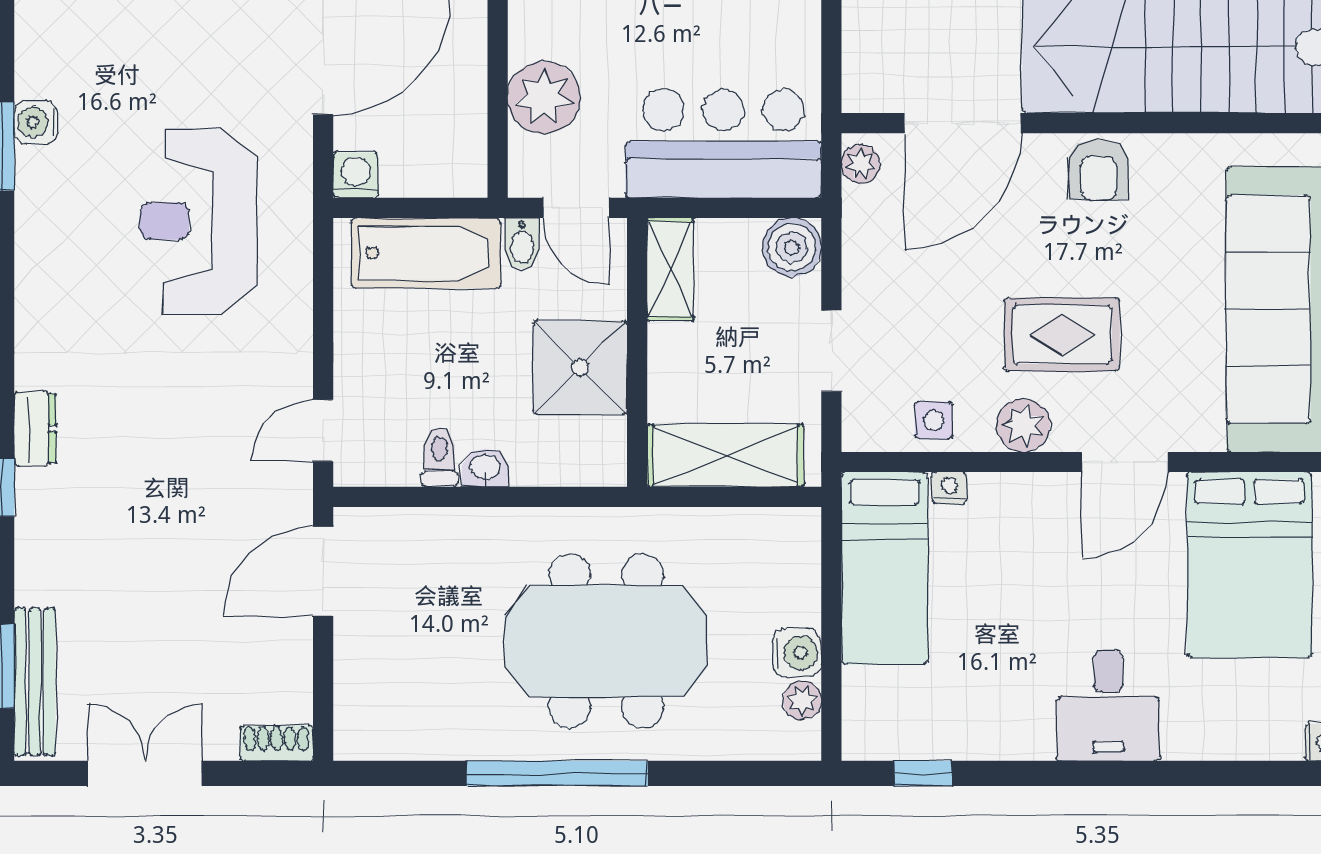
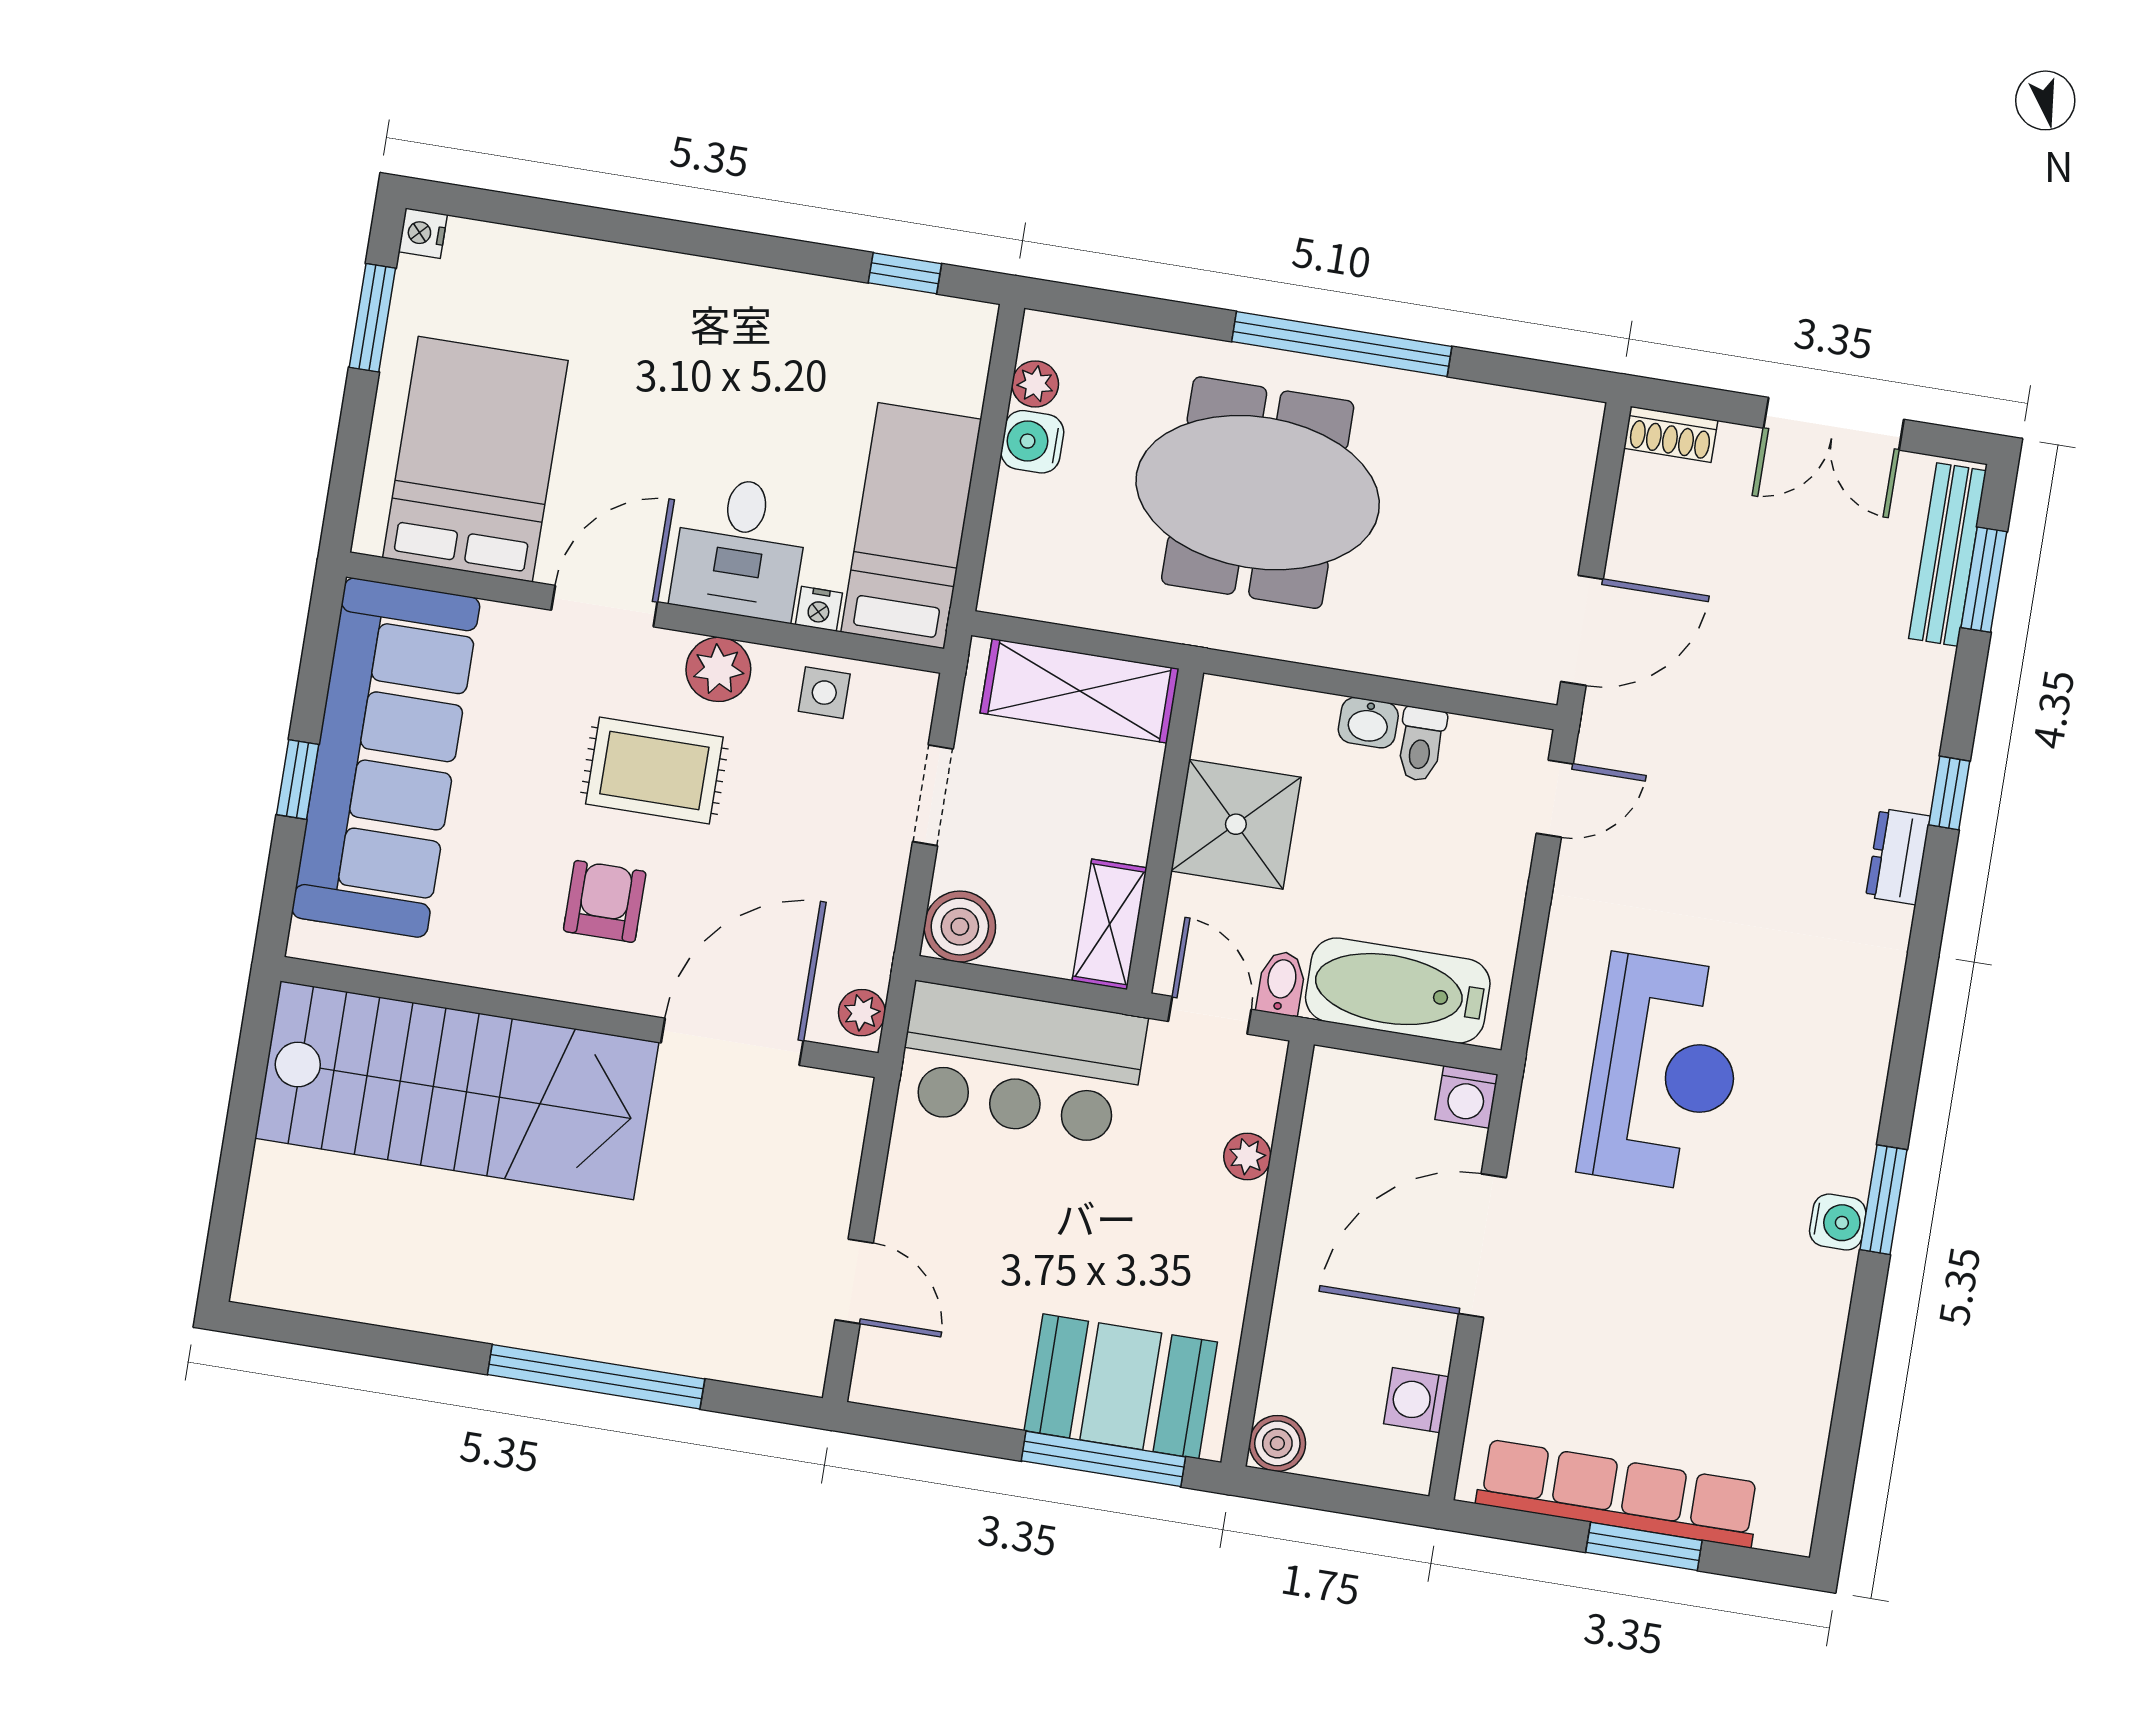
plant: (544, 98) -> (1247, 1157), width x0.53, depth x0.53
armchair: (1098, 170) -> (605, 901), moved
desk: (1108, 706) -> (740, 548), moved, turned 180

